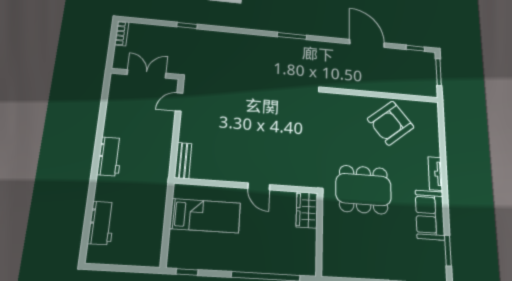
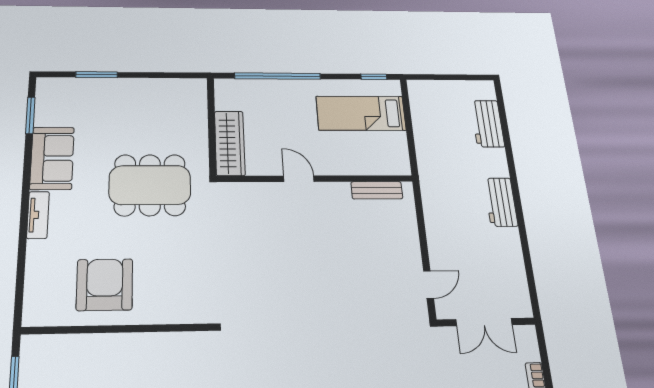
armchair: (391, 123) -> (105, 285), turned -51
bench: (183, 161) -> (377, 190), moved, turned 90
wardrobe: (307, 210) -> (230, 143), width x1.50
bed: (205, 216) -> (361, 113), moved

